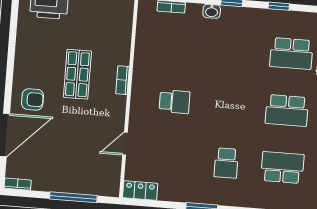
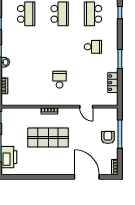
shop shelf: (77, 74) -> (48, 137), width x1.43, depth x1.36
armchair: (32, 99) -> (108, 137), moved
locker: (140, 190) -> (113, 83), moved

